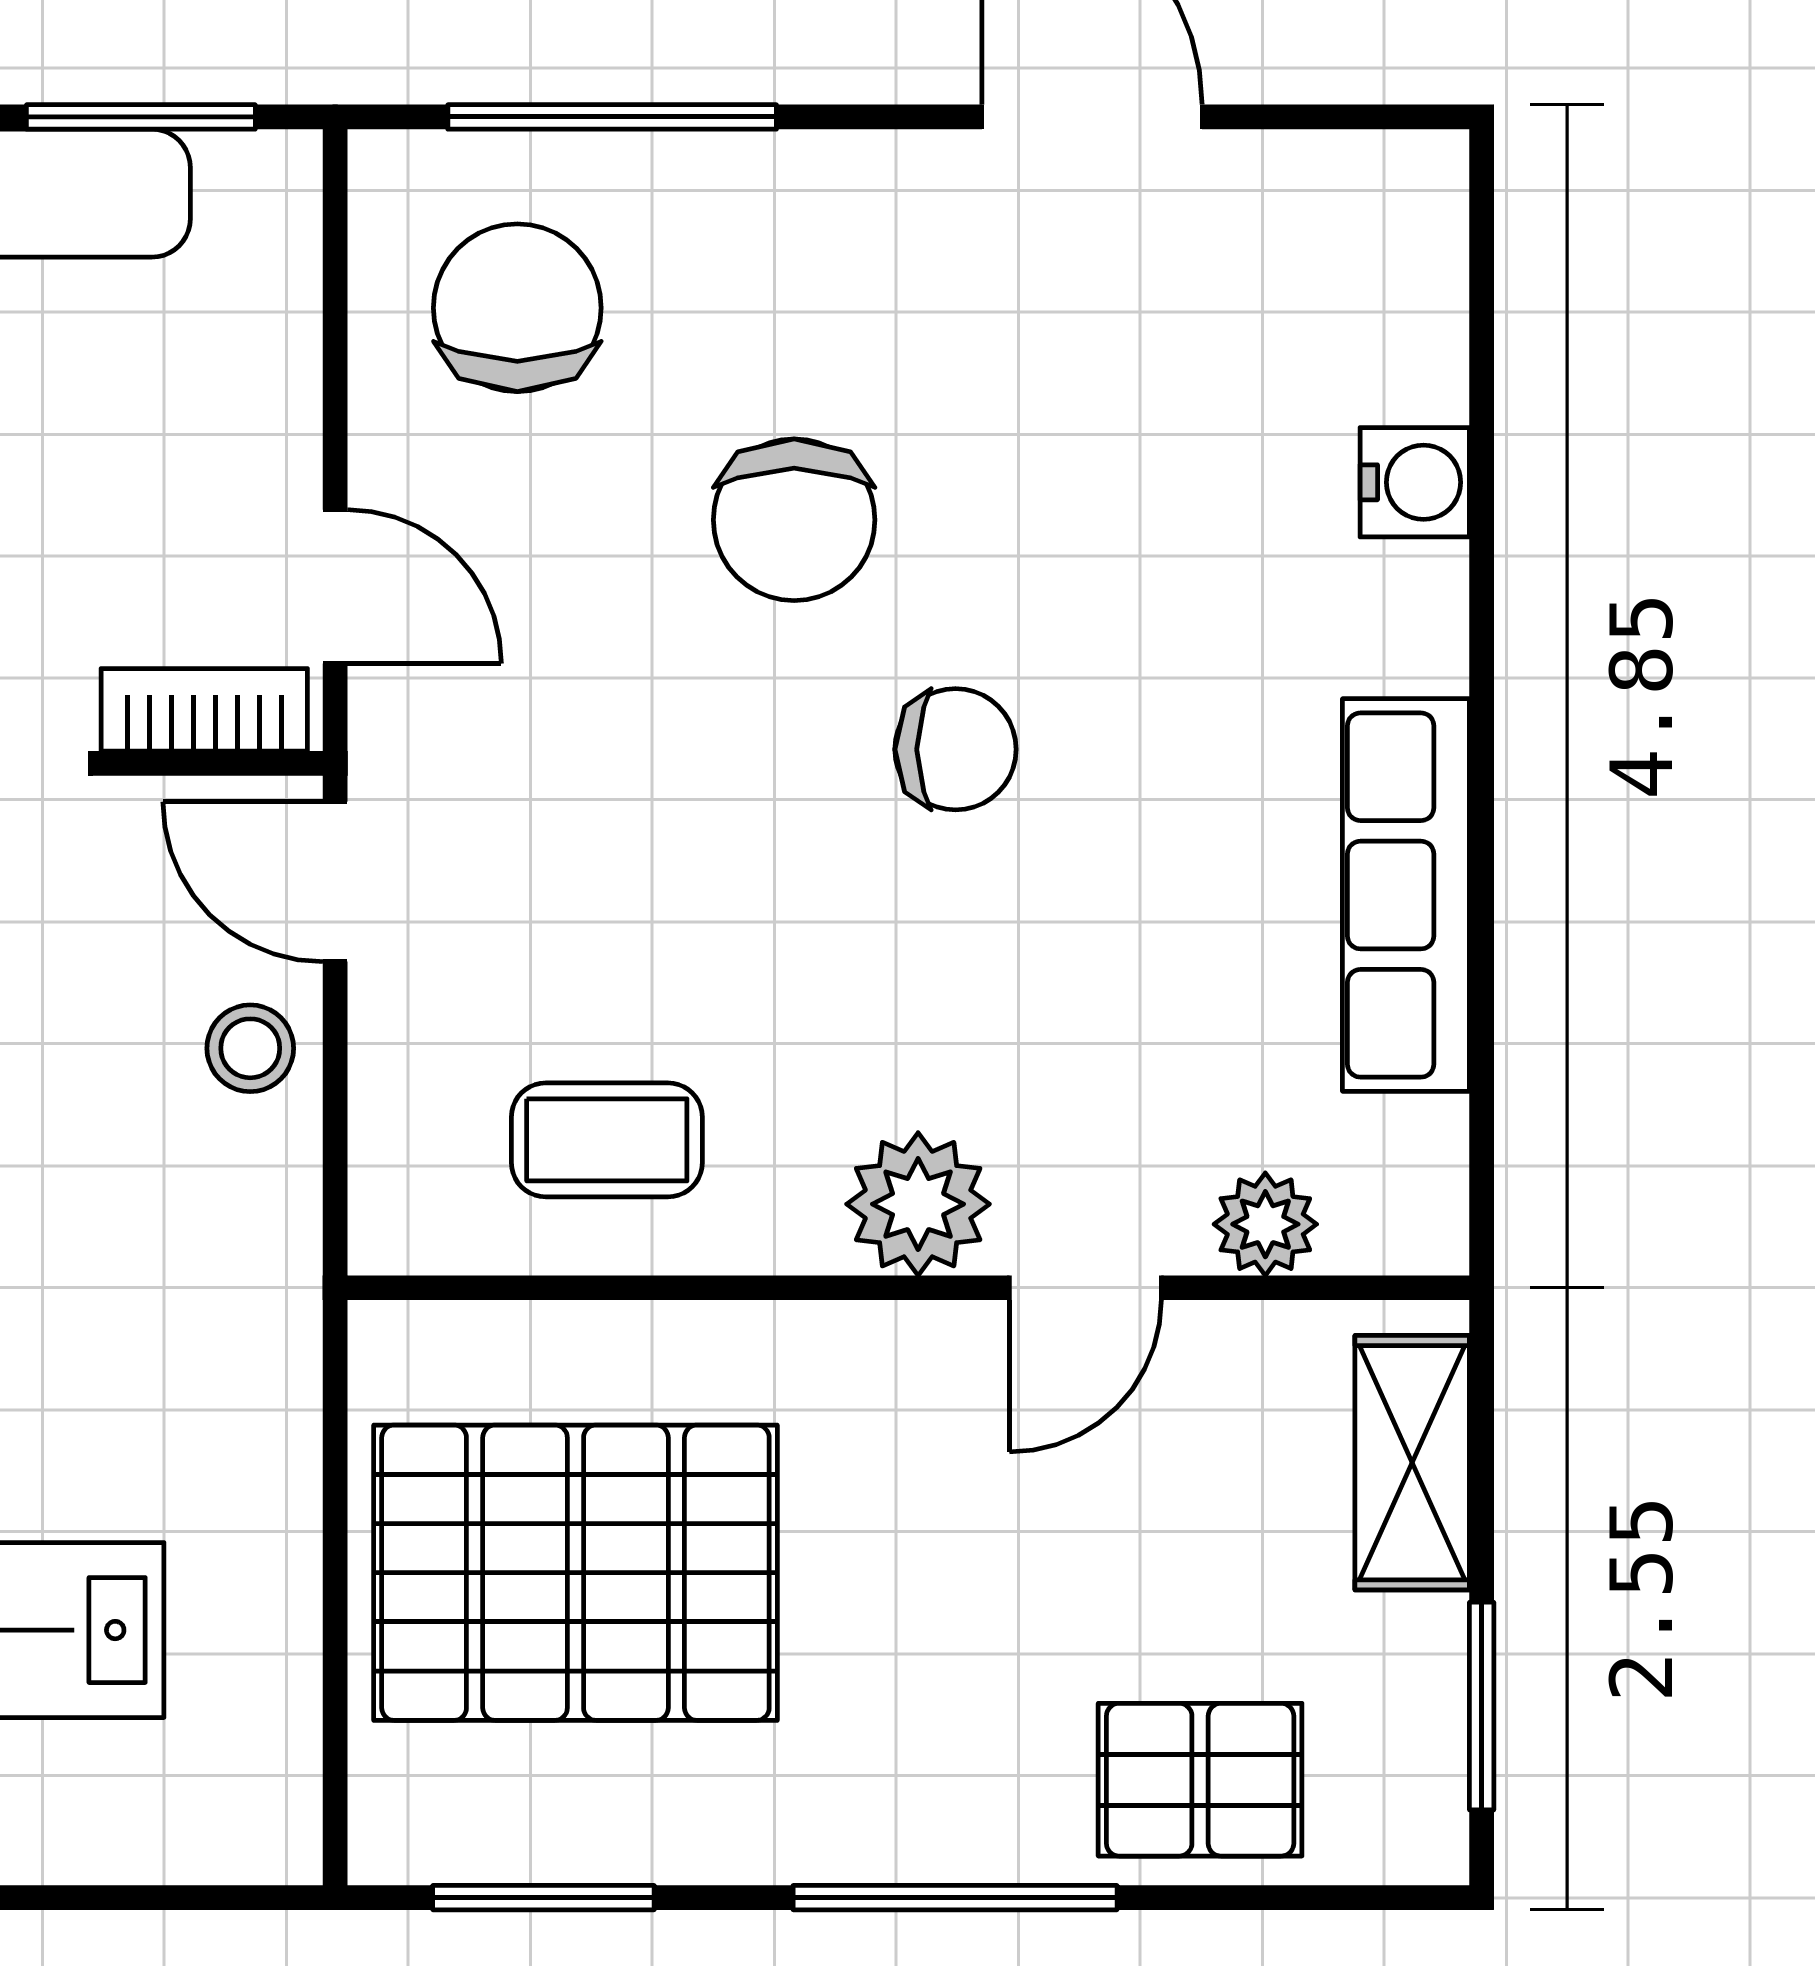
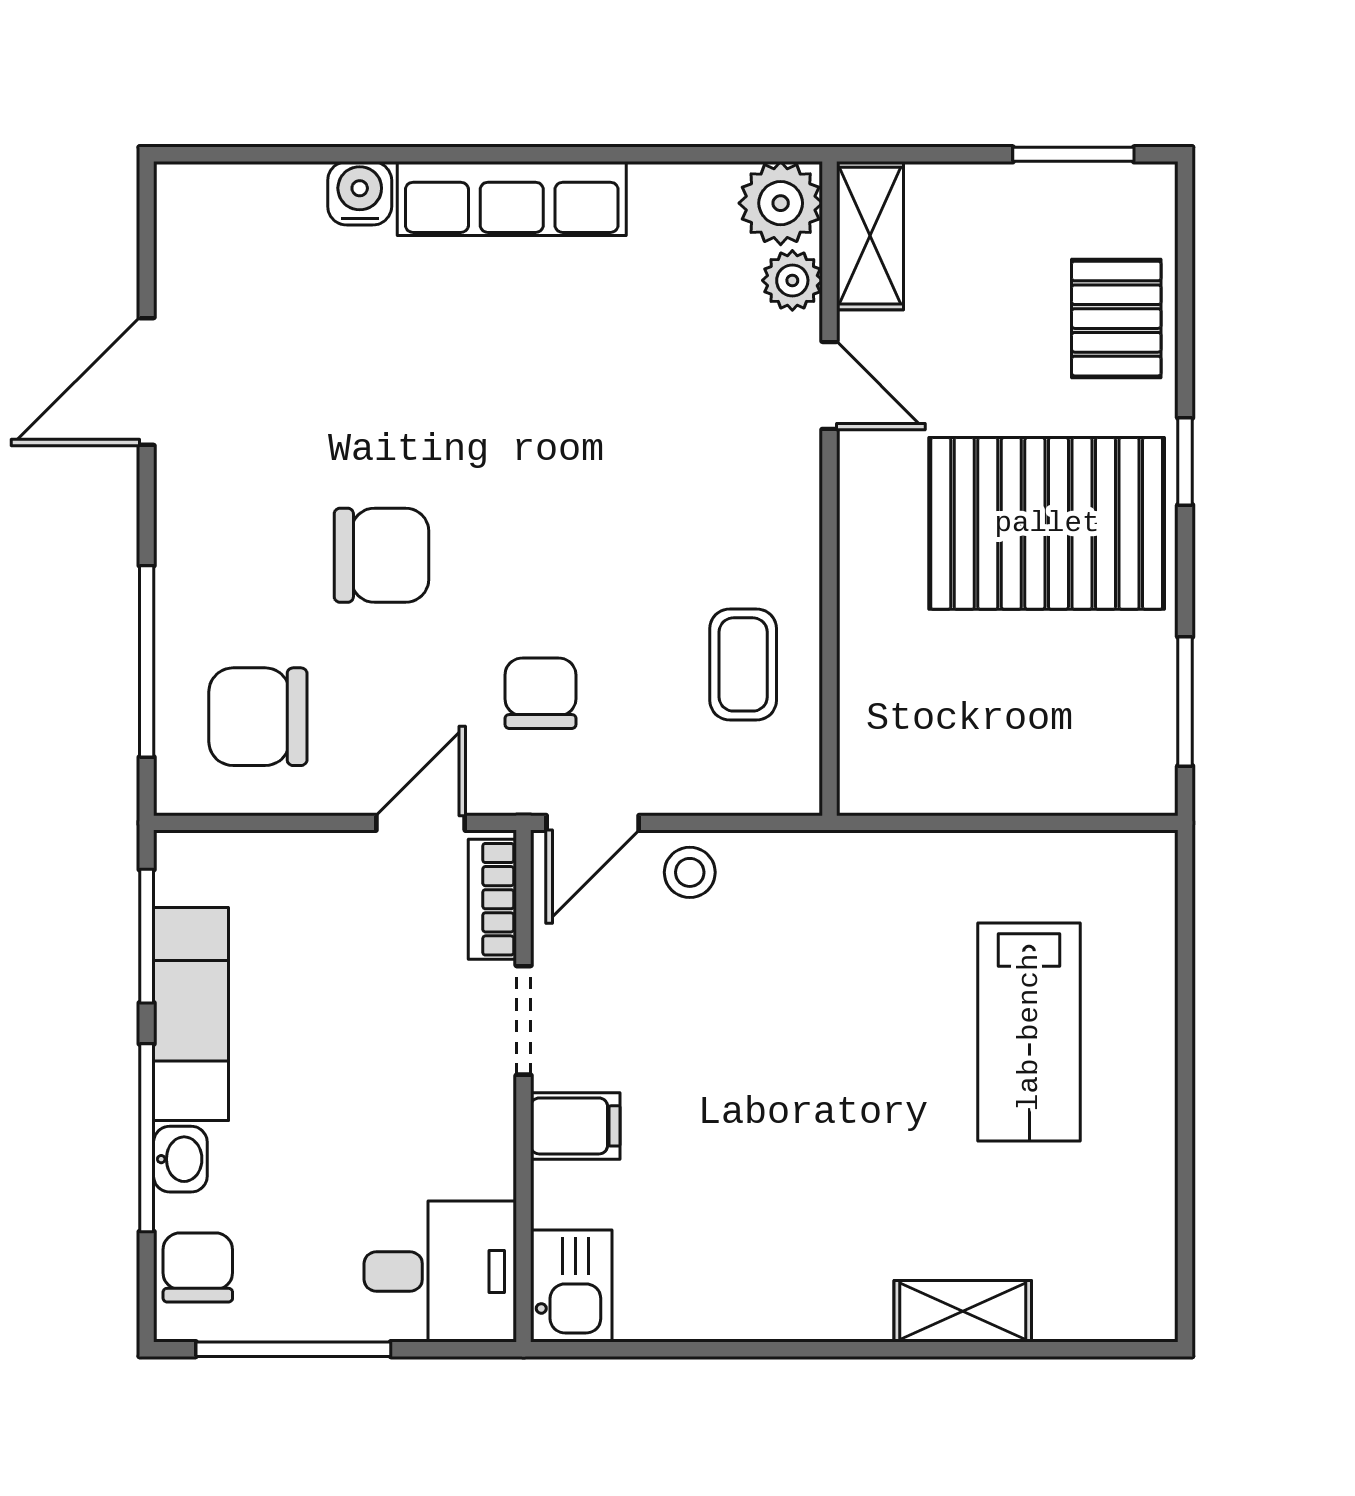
chair: (956, 749) -> (540, 693), moved
row of seats: (1406, 895) -> (512, 198), moved
plant: (918, 1204) -> (781, 203), moved
shelving: (1412, 1463) -> (870, 236), moved, turned 90
pallet: (575, 1573) -> (1047, 523), moved, turned 90
window: (955, 1898) -> (1185, 461), width x0.46

